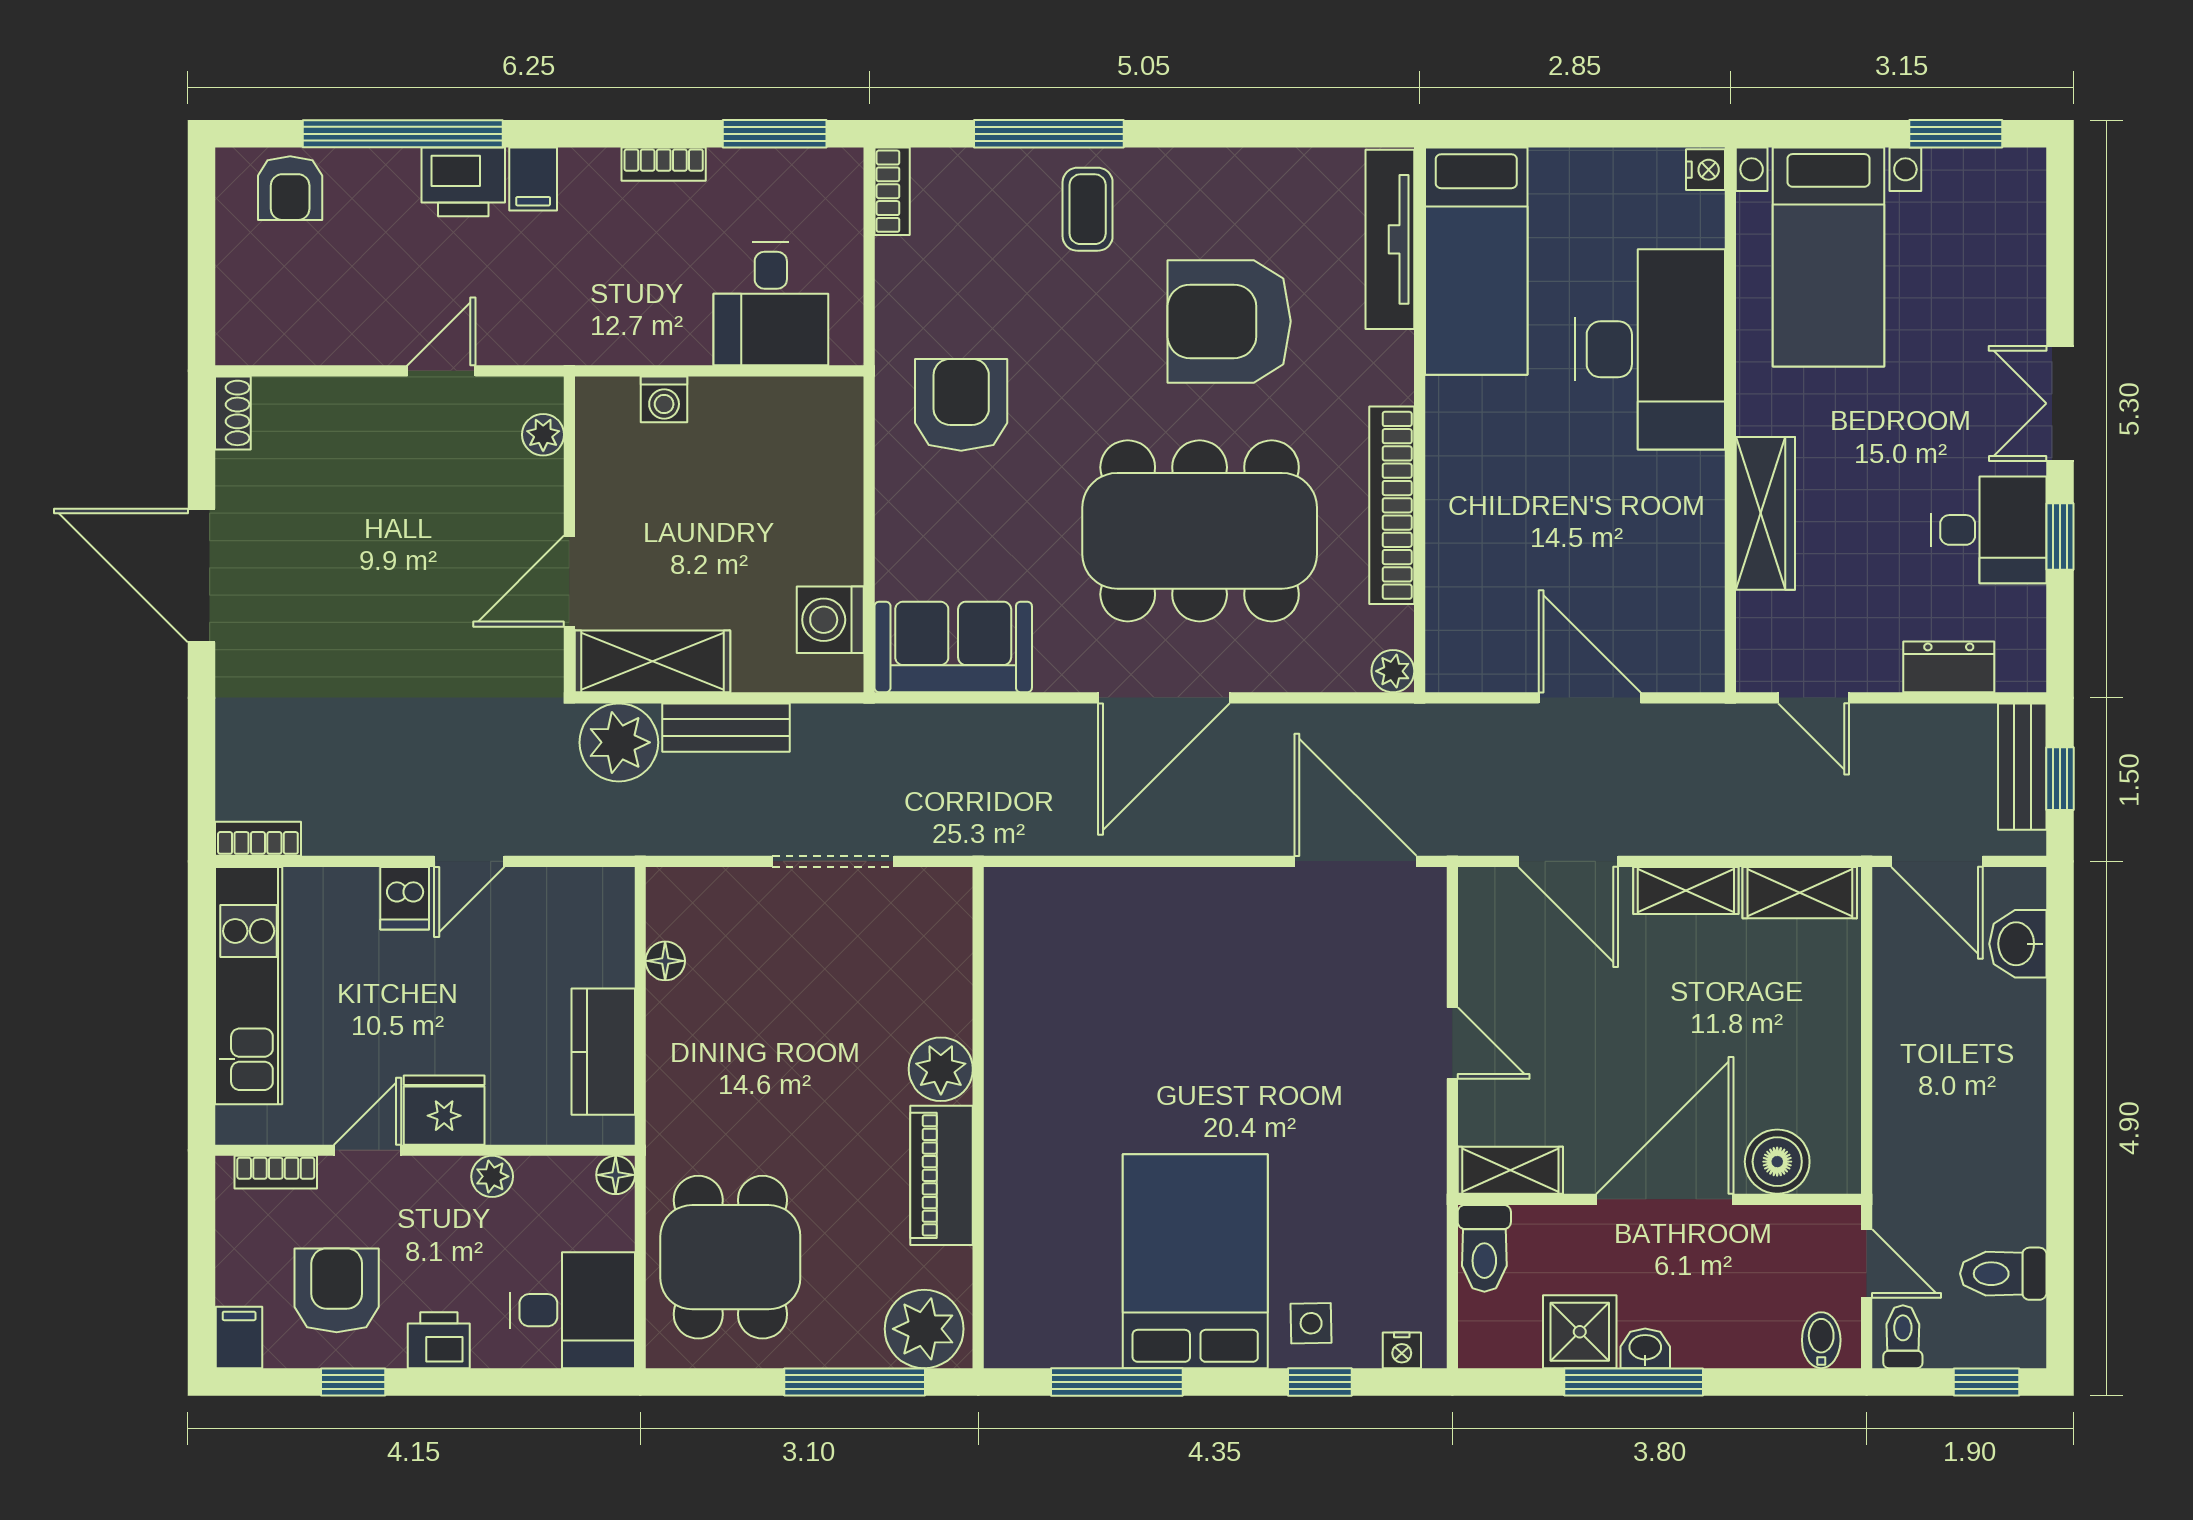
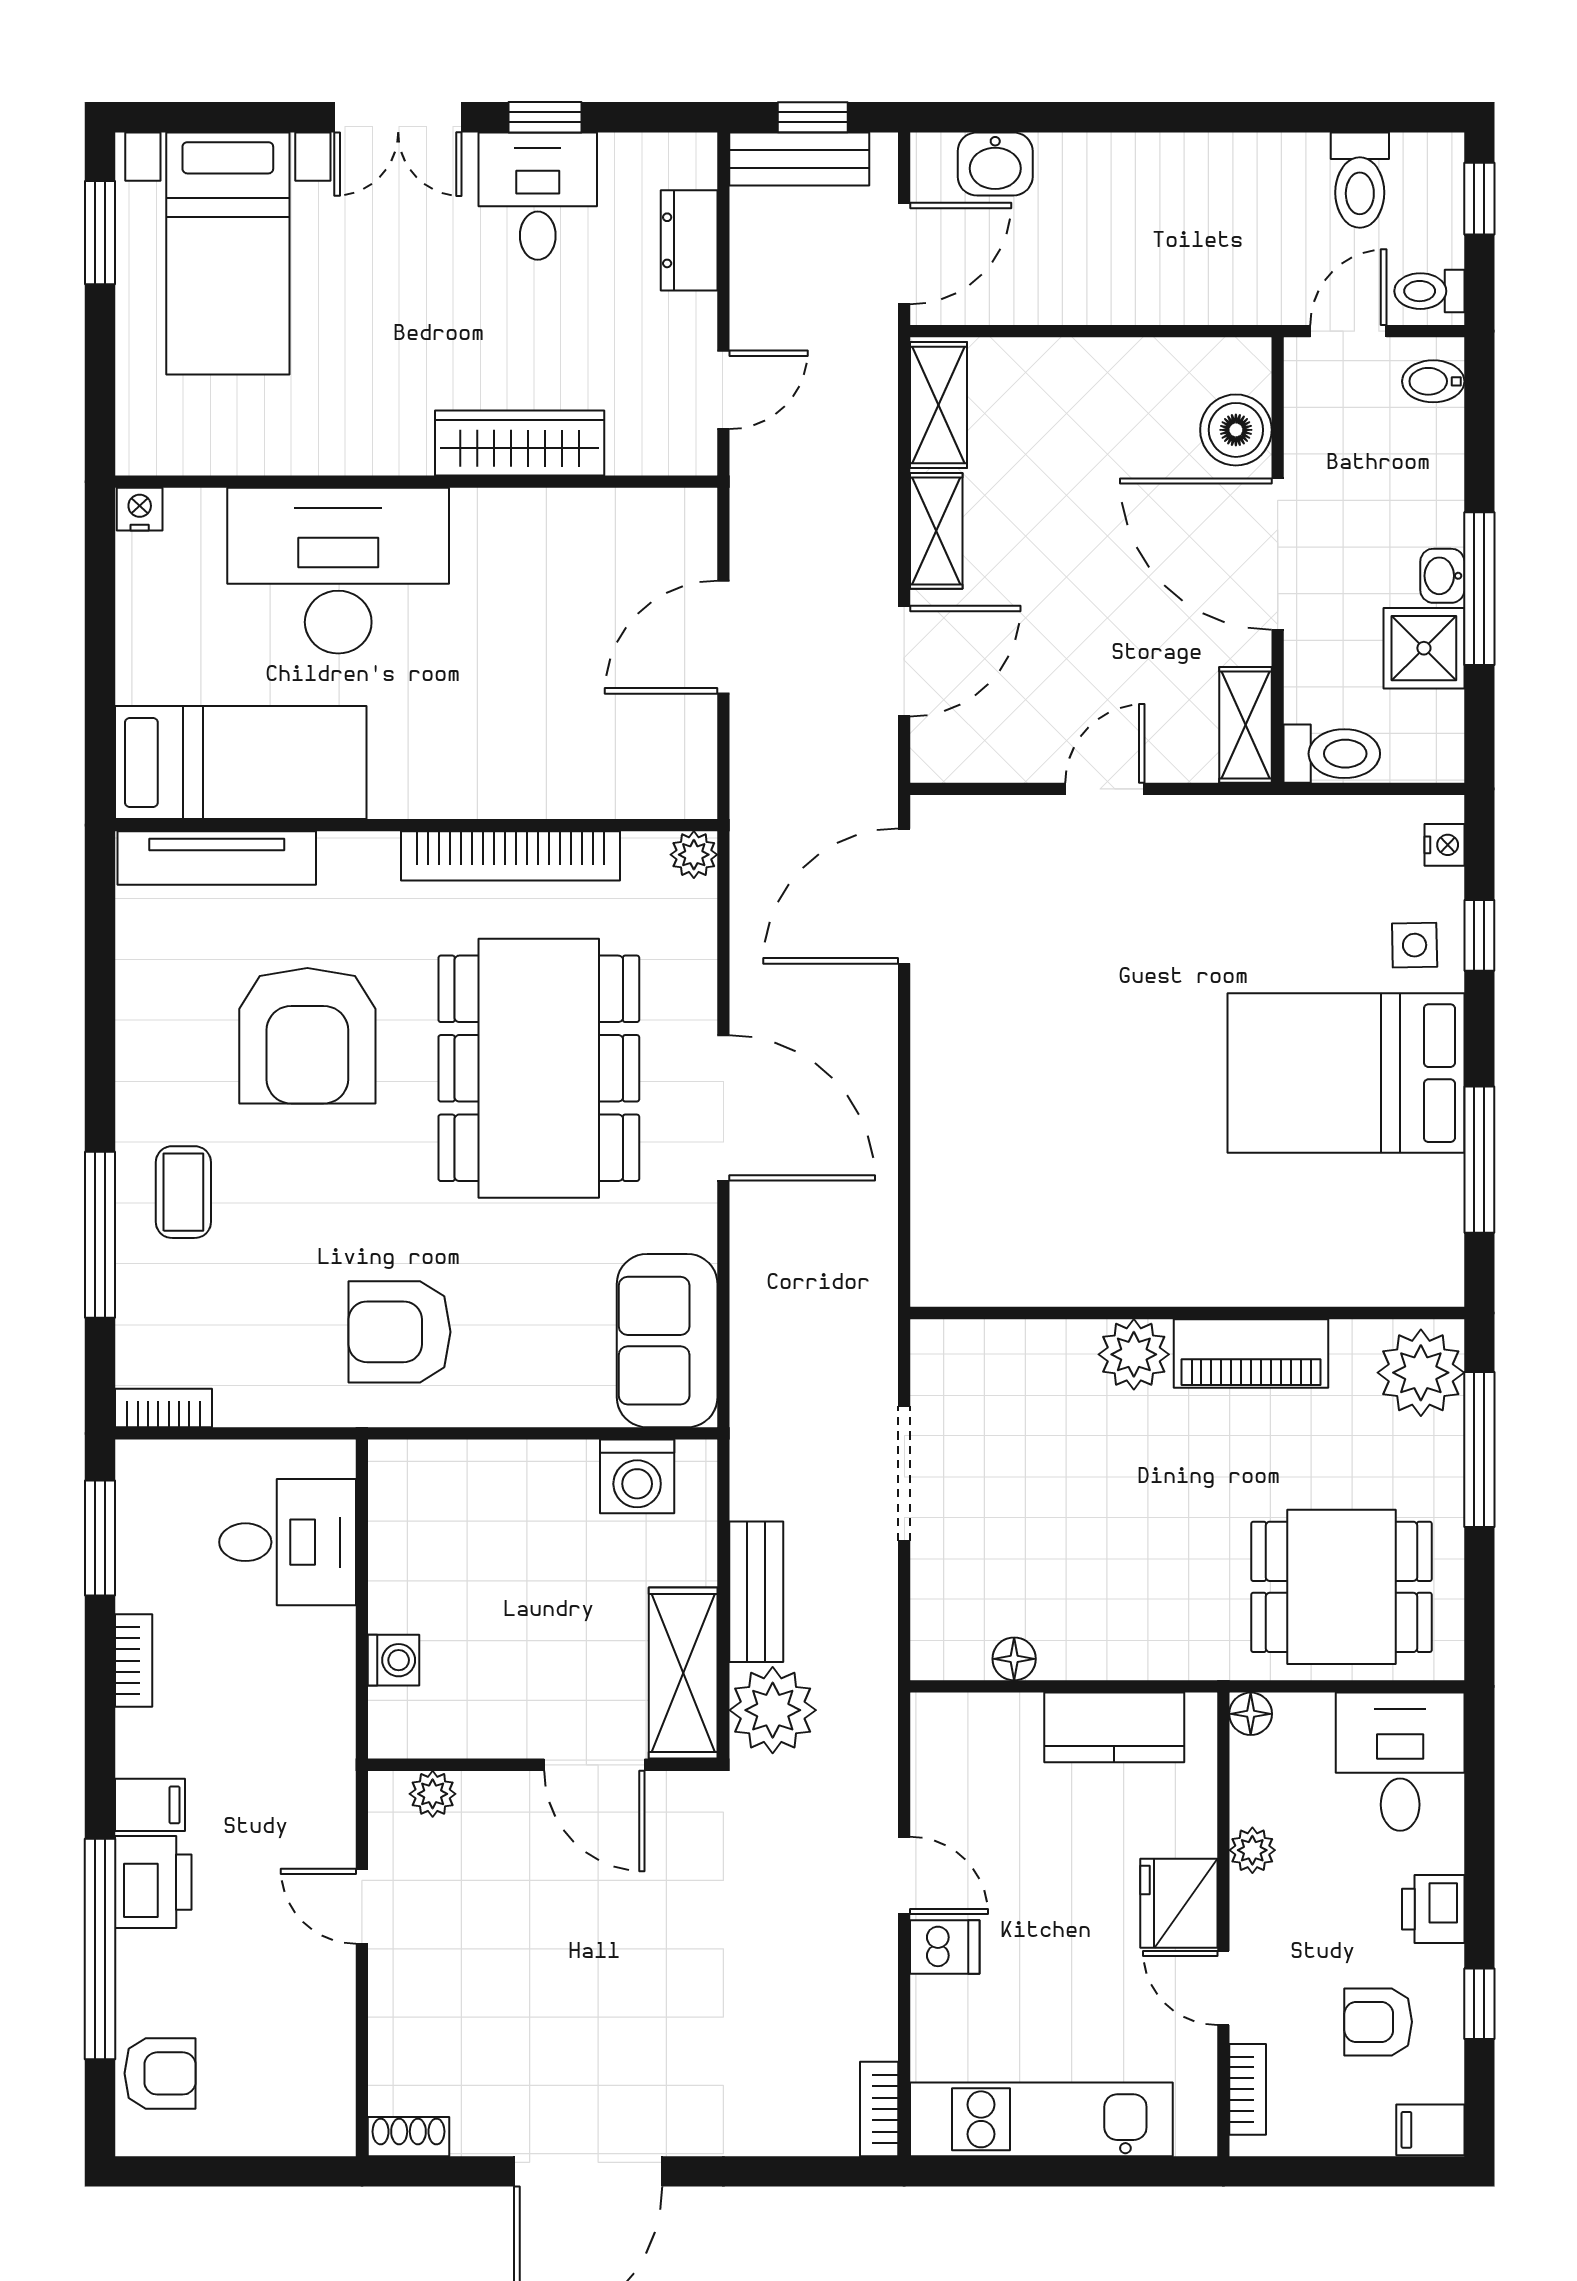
coffee table: (1088, 209) -> (183, 1192), turned 90
bed with nightstands: (1828, 257) -> (228, 254), moved, turned 90
armchair: (337, 1290) -> (1378, 2022), width x0.72, depth x0.72

